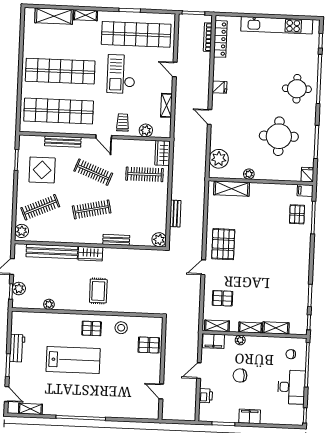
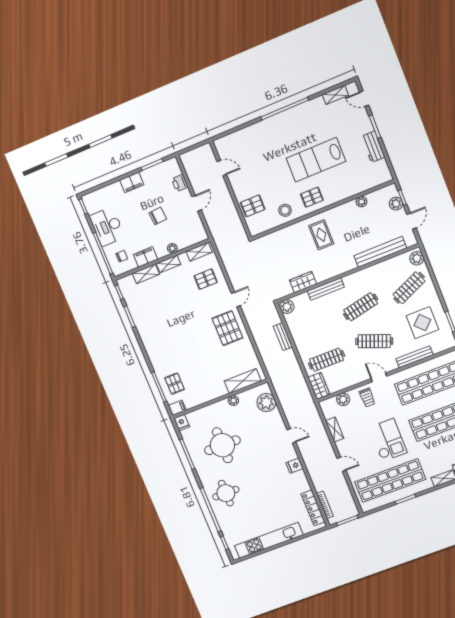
bench: (116, 240) -> (326, 289), width x1.36
wardrobe: (90, 254) -> (303, 282), moved
filing cabinet: (214, 341) -> (146, 257), moved

